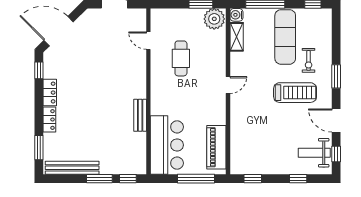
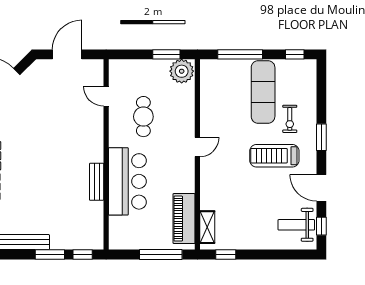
water cooler: (236, 15) -> (207, 67), removed
shelving: (237, 37) -> (207, 227), moved
treadmill: (295, 93) -> (274, 156), turned 180
bar counter: (167, 145) -> (127, 181), moved
window: (298, 179) -> (278, 255), removed

